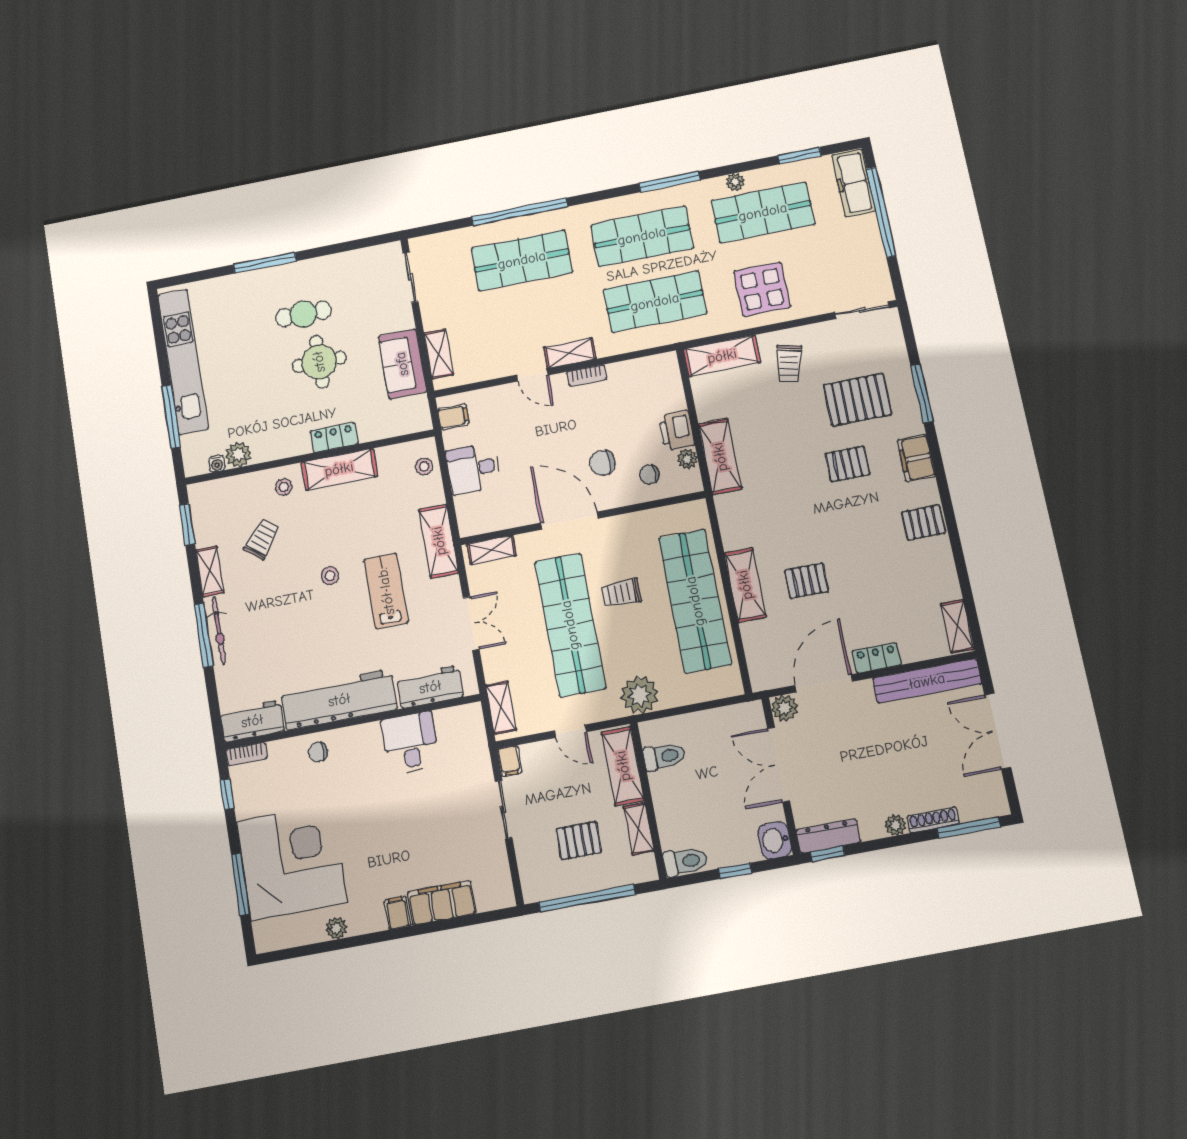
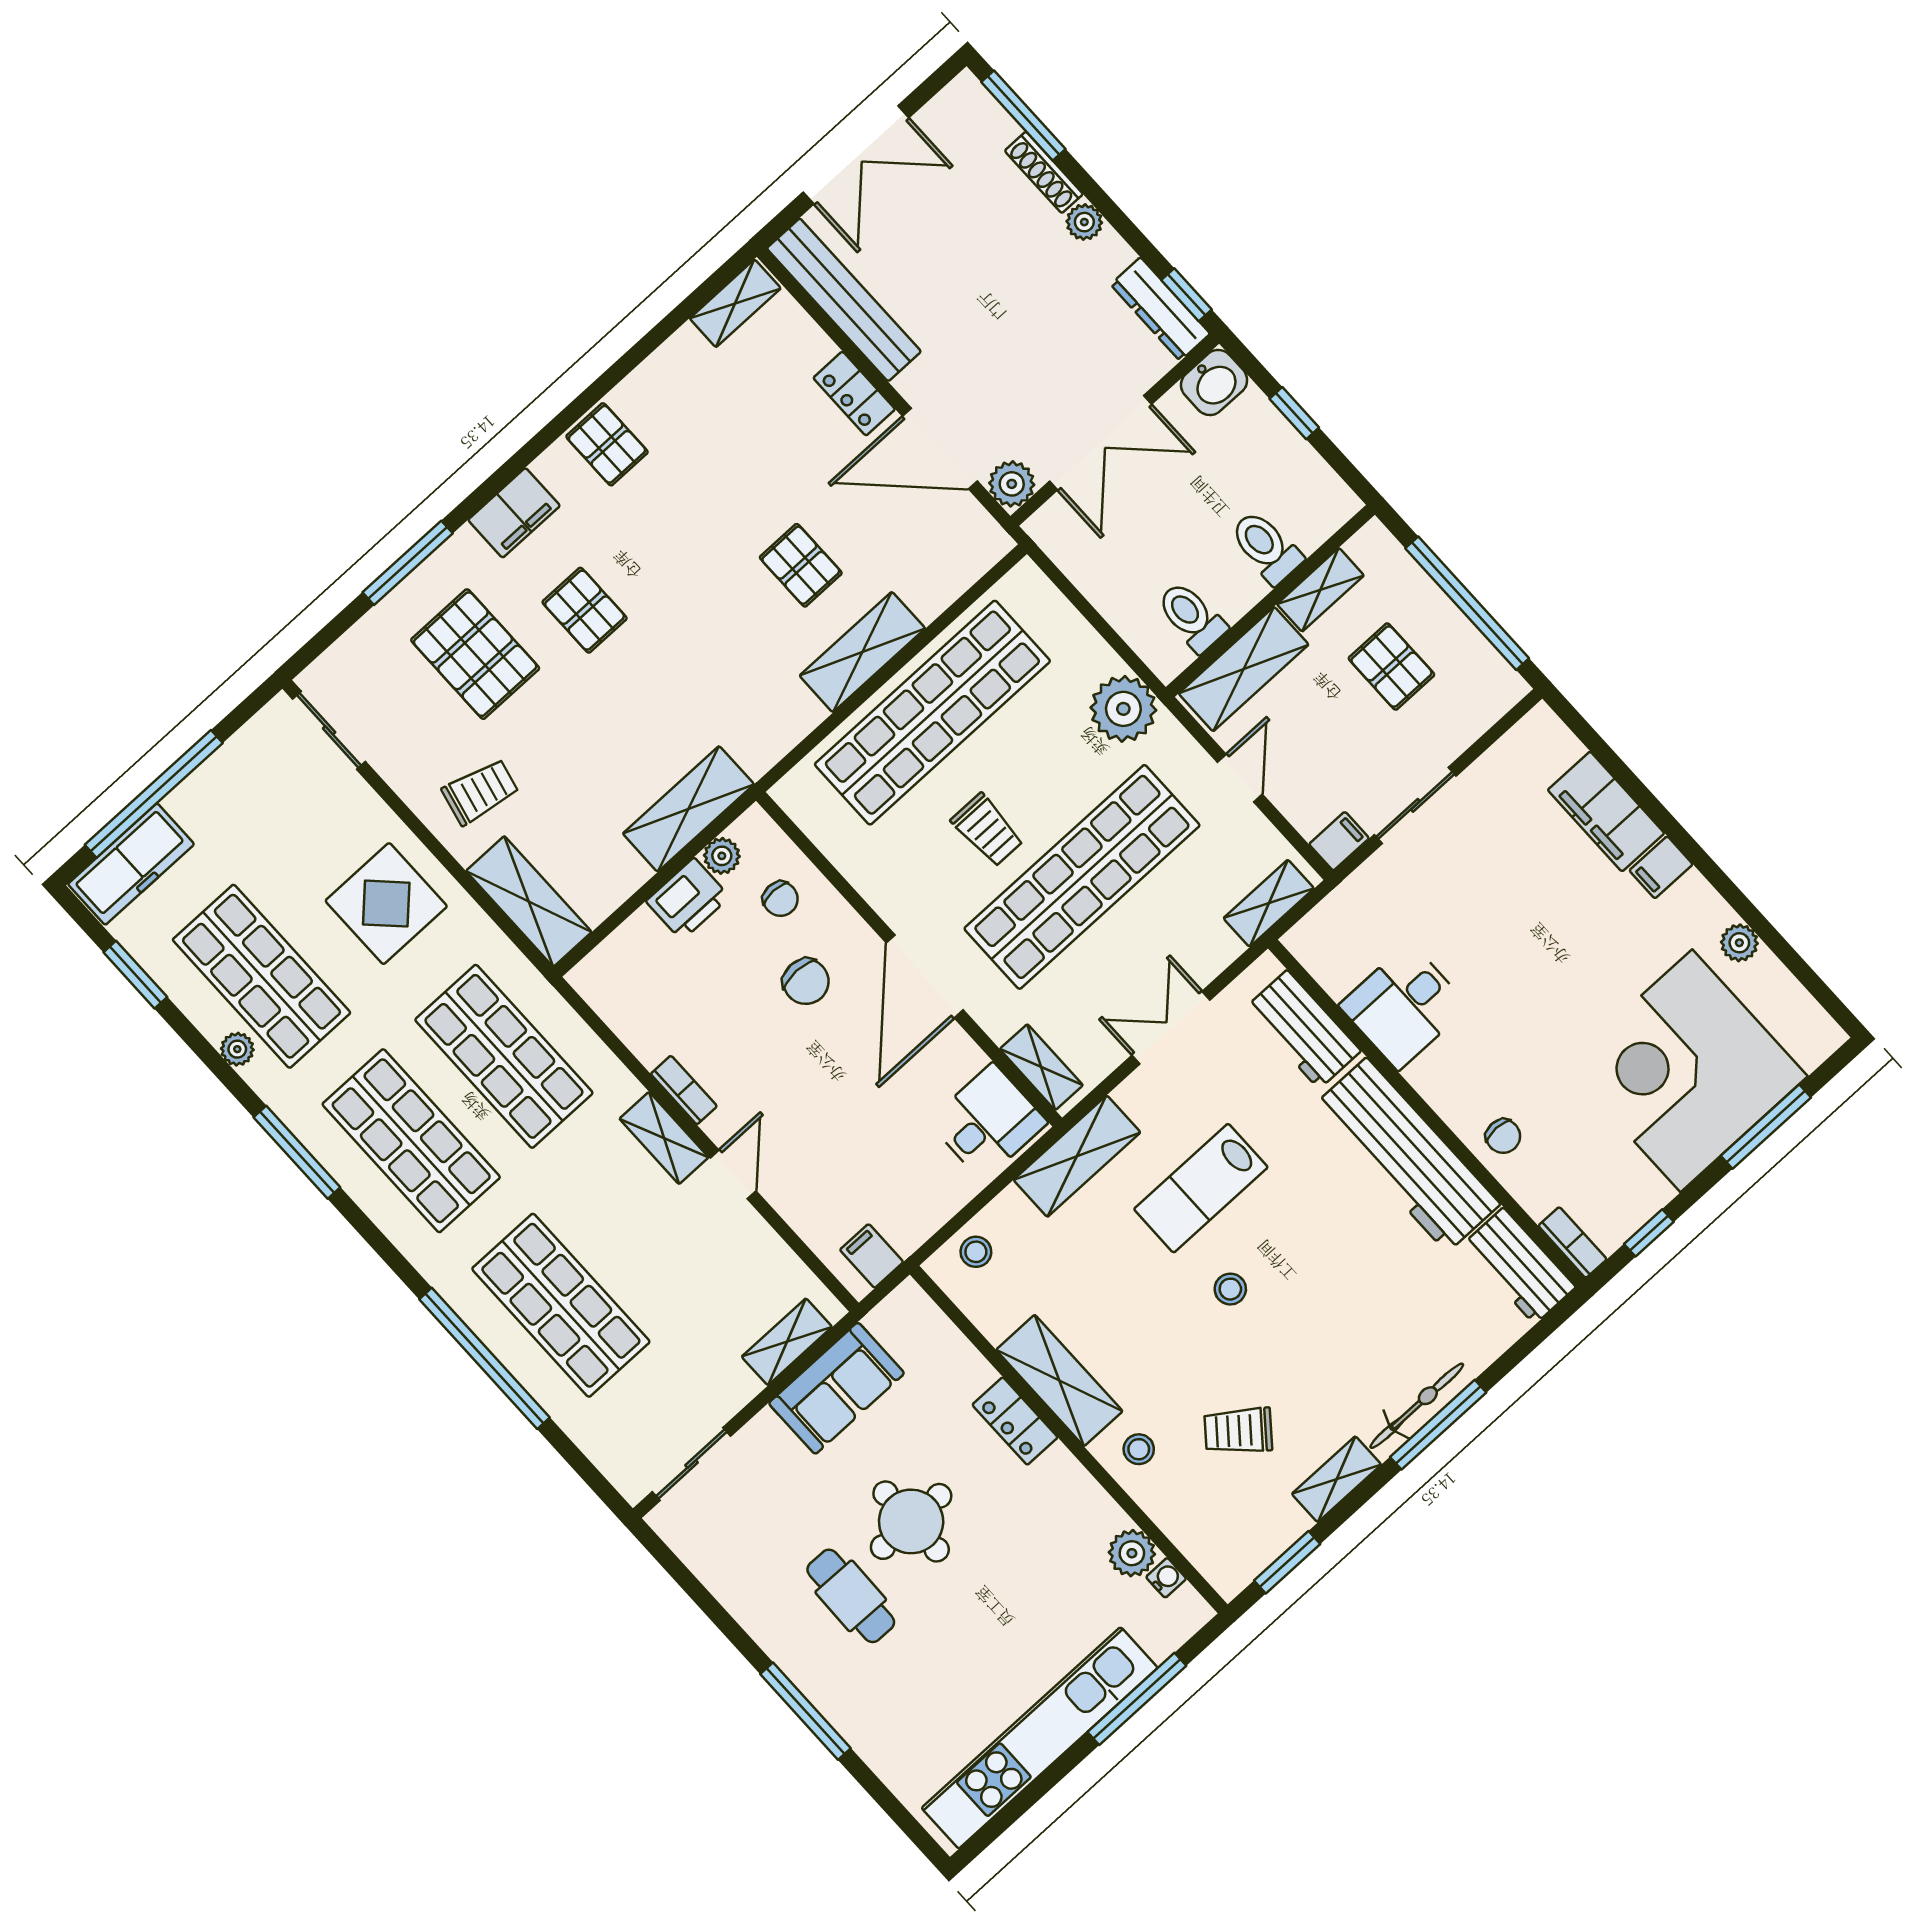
desk: (473, 469) -> (988, 1122), moved, turned -90
toilet: (685, 862) -> (1266, 547), moved

